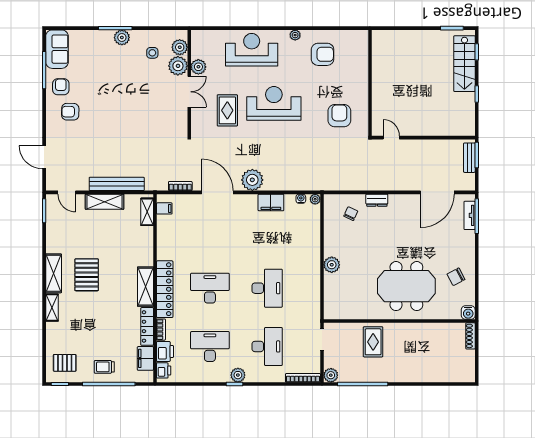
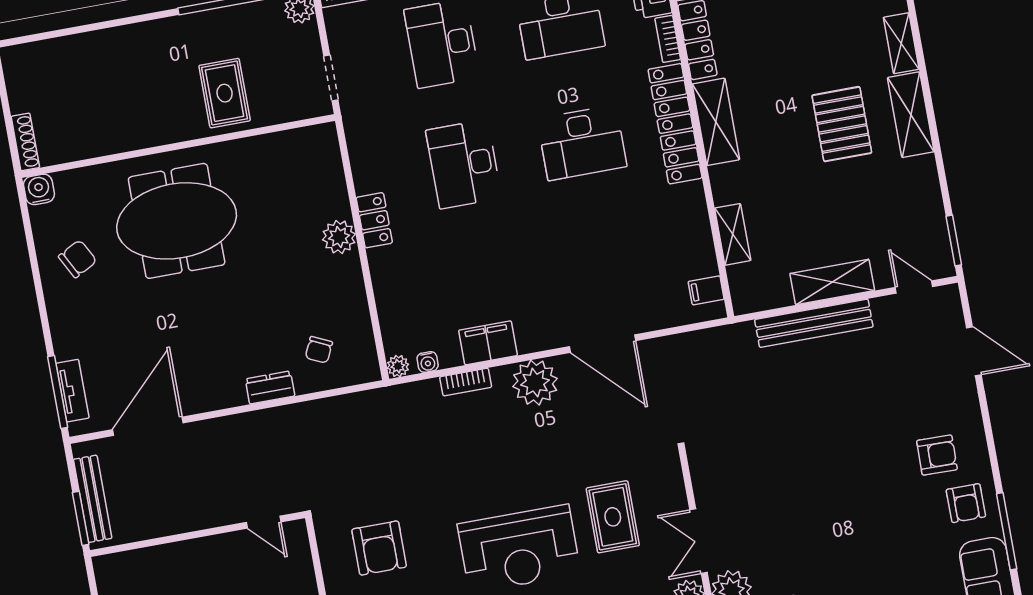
bench: (469, 158) -> (93, 499), width x1.36
bookcase: (180, 186) -> (466, 382), moved
shelving: (147, 212) -> (733, 234), moved
locker: (314, 270) -> (374, 220), added

